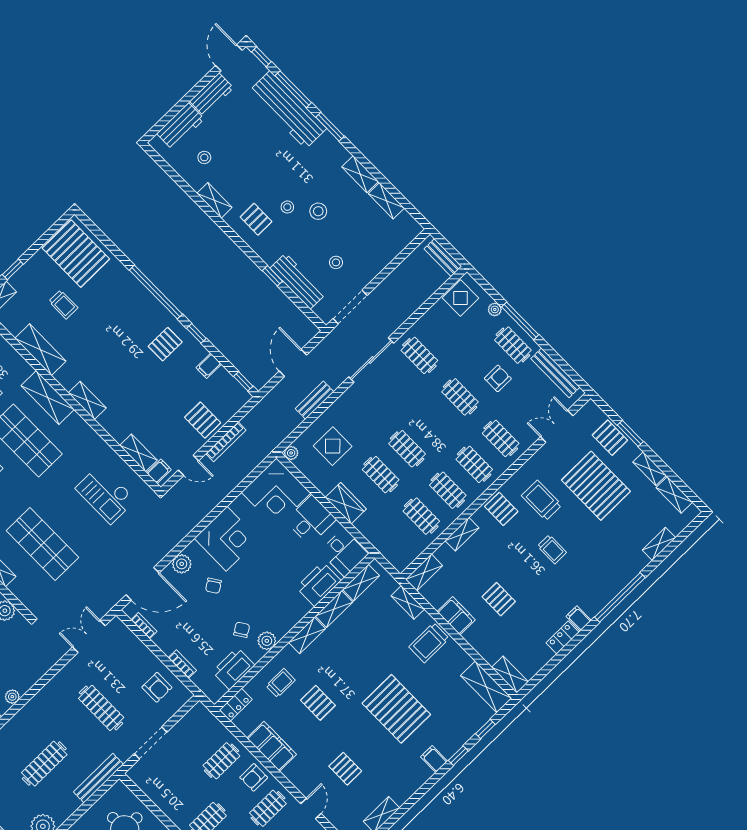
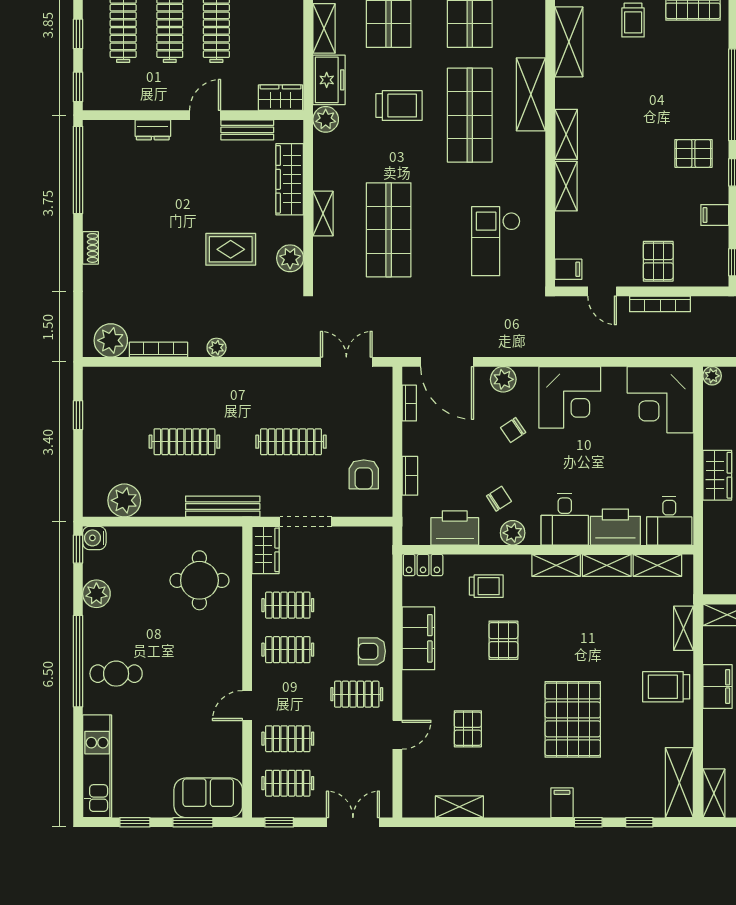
shelving: (138, 453) -> (566, 186), moved
desk: (311, 520) -> (565, 519), moved, turned 90
clothes rail: (101, 708) -> (291, 442), turned 90
clothes rail: (221, 761) -> (288, 605), moved
wardrobe: (144, 779) -> (266, 550), added

